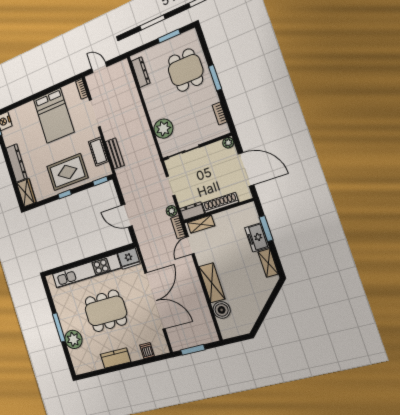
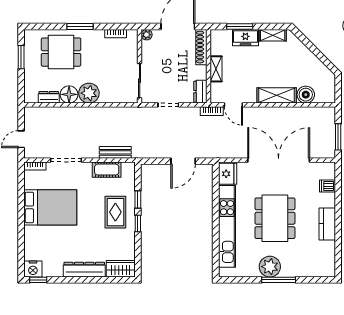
dresser: (141, 72) -> (49, 97), width x0.70
floor lamp: (150, 93) -> (69, 94), added
plant: (163, 129) -> (89, 93), moved
rug: (67, 172) -> (115, 212), width x0.73, depth x0.70
window: (100, 181) -> (138, 200), moved
shoe rack: (220, 203) -> (201, 47), moved
plant: (172, 211) -> (194, 112), removed
shelving: (201, 224) -> (216, 69), moved
plant: (73, 339) -> (270, 267), moved

